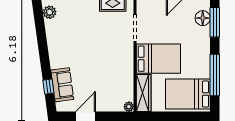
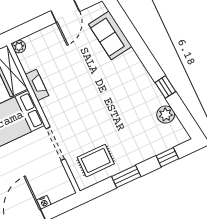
fireplace: (129, 74) -> (37, 85), added
window: (48, 87) -> (165, 87), moved

